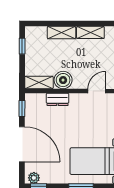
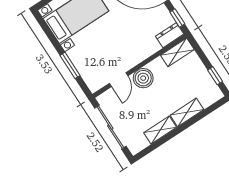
boiler: (63, 80) -> (143, 78), moved
dresser: (58, 99) -> (170, 35), moved

